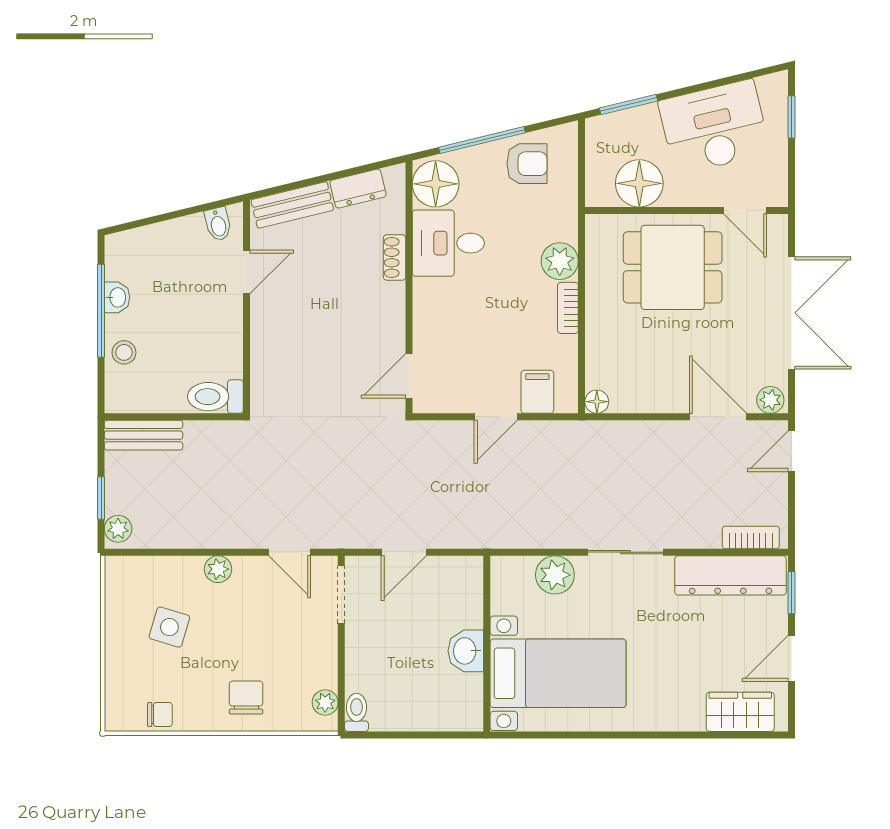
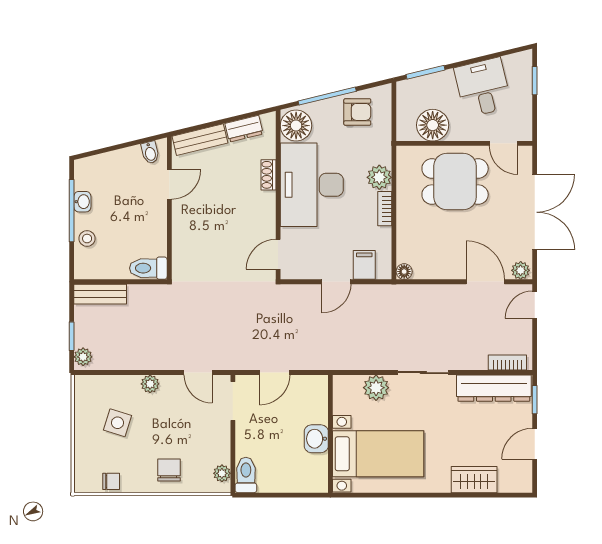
desk: (714, 127) -> (483, 87), width x0.73
desk: (448, 243) -> (312, 185), width x1.87, depth x1.30
toilet: (357, 712) -> (246, 475), width x1.37, depth x1.39
wardrobe: (740, 712) -> (474, 480), moved

